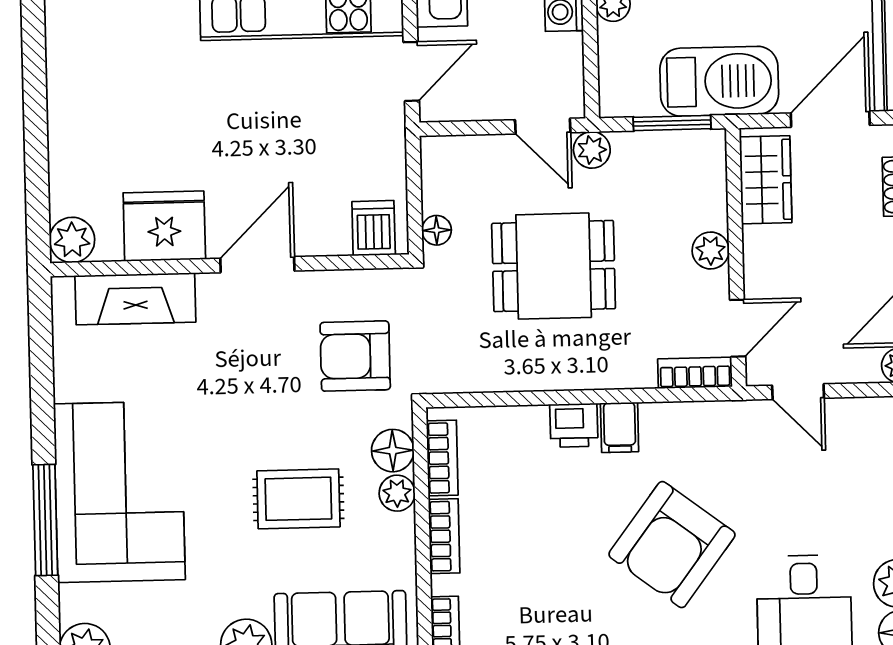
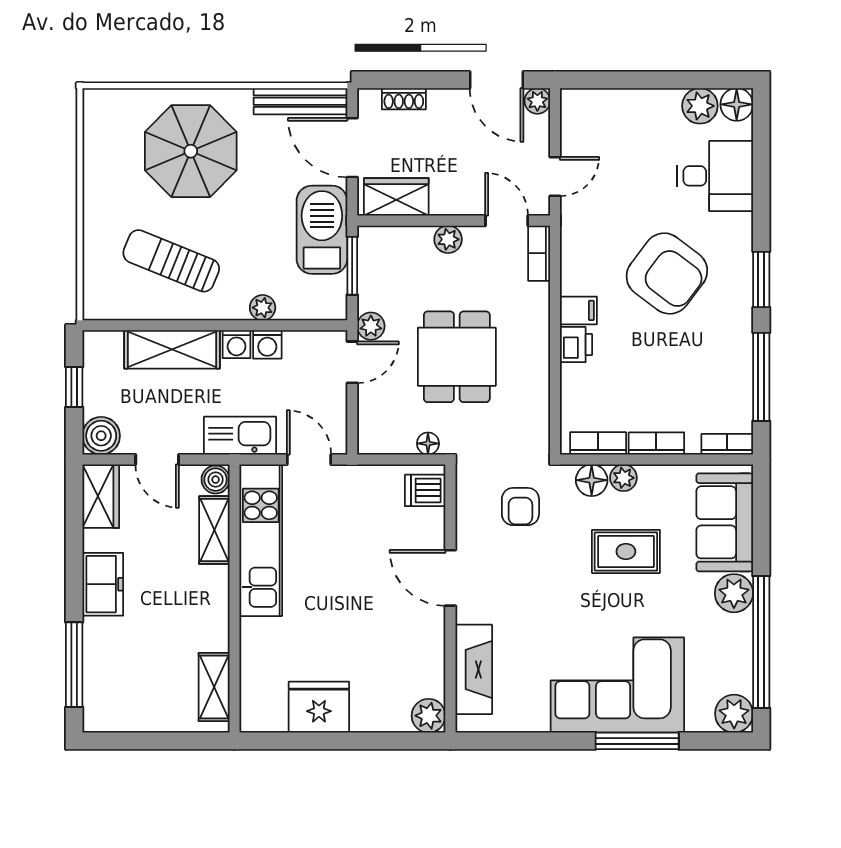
fridge: (164, 226) -> (319, 707), moved, turned 90
armchair: (355, 356) -> (520, 507), width x0.72, depth x0.72
rug: (298, 499) -> (626, 551), turned 90

